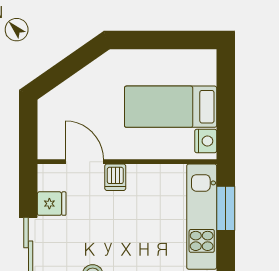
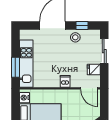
door: (84, 162) -> (89, 88), moved

